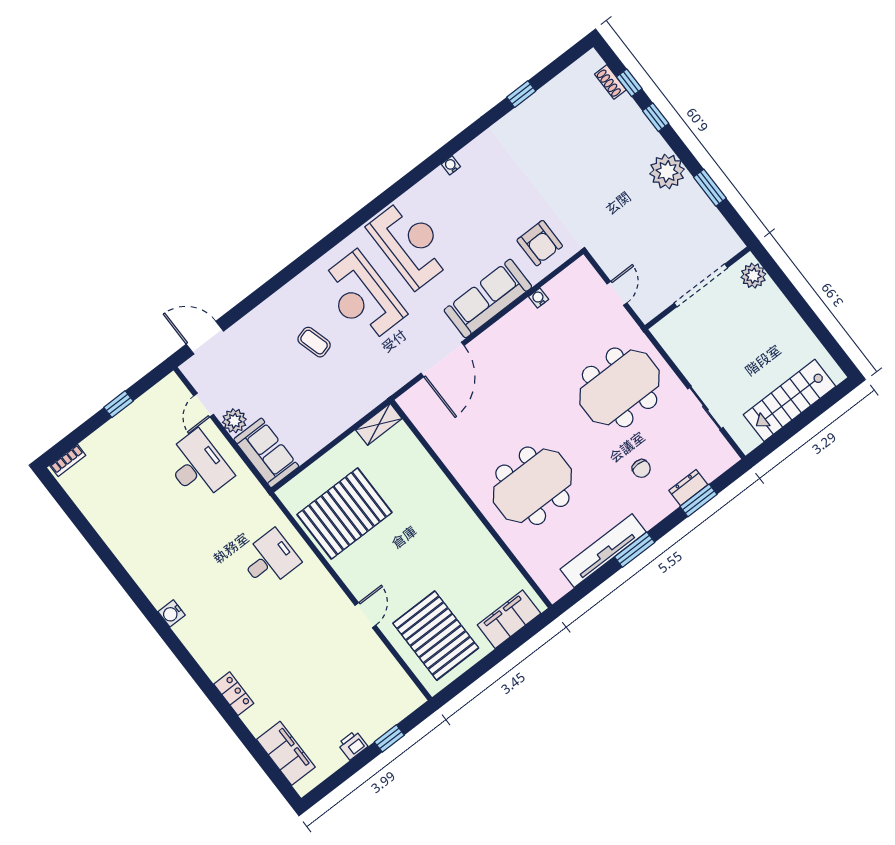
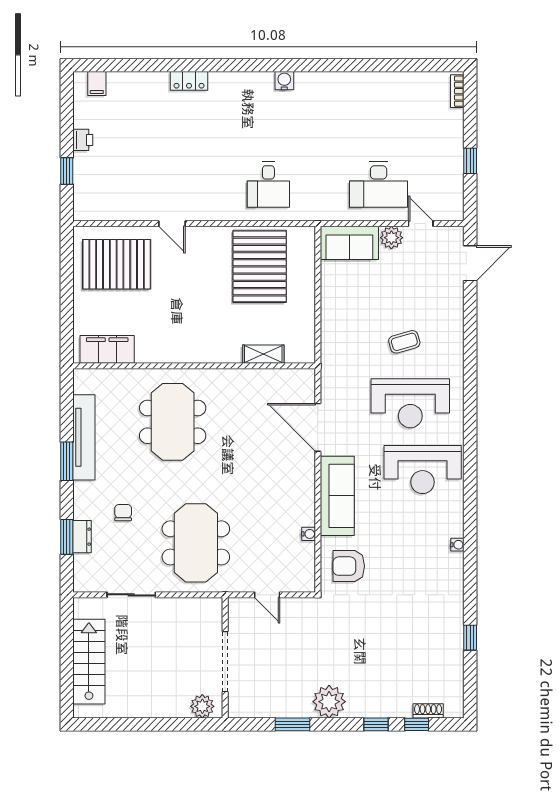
reception desk: (362, 297) -> (410, 403), turned 180
shelving: (379, 424) -> (263, 354), moved, turned 90
chair: (641, 469) -> (123, 513), turned 90
filing cabinet: (509, 619) -> (107, 349), moved, turned -90
filing cabinet: (286, 753) -> (97, 84), width x0.33, depth x0.86

